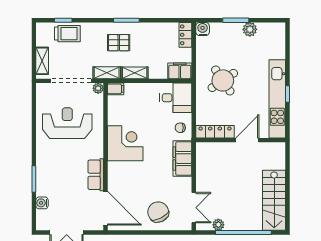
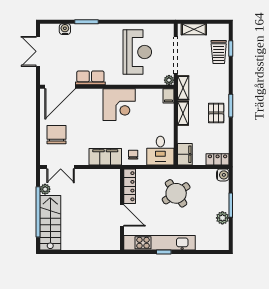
pallet: (119, 43) -> (216, 113), moved
stairs: (274, 200) -> (50, 223), moved, turned 90
chair: (158, 212) -> (57, 135), turned -63

